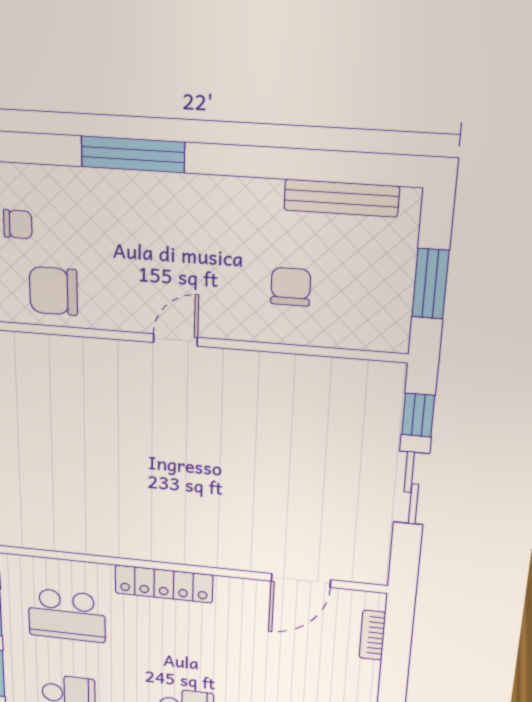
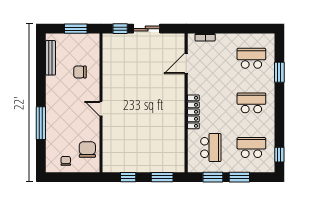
chair: (53, 291) -> (87, 150), turned 180
door: (301, 580) -> (186, 63), swing flipped

